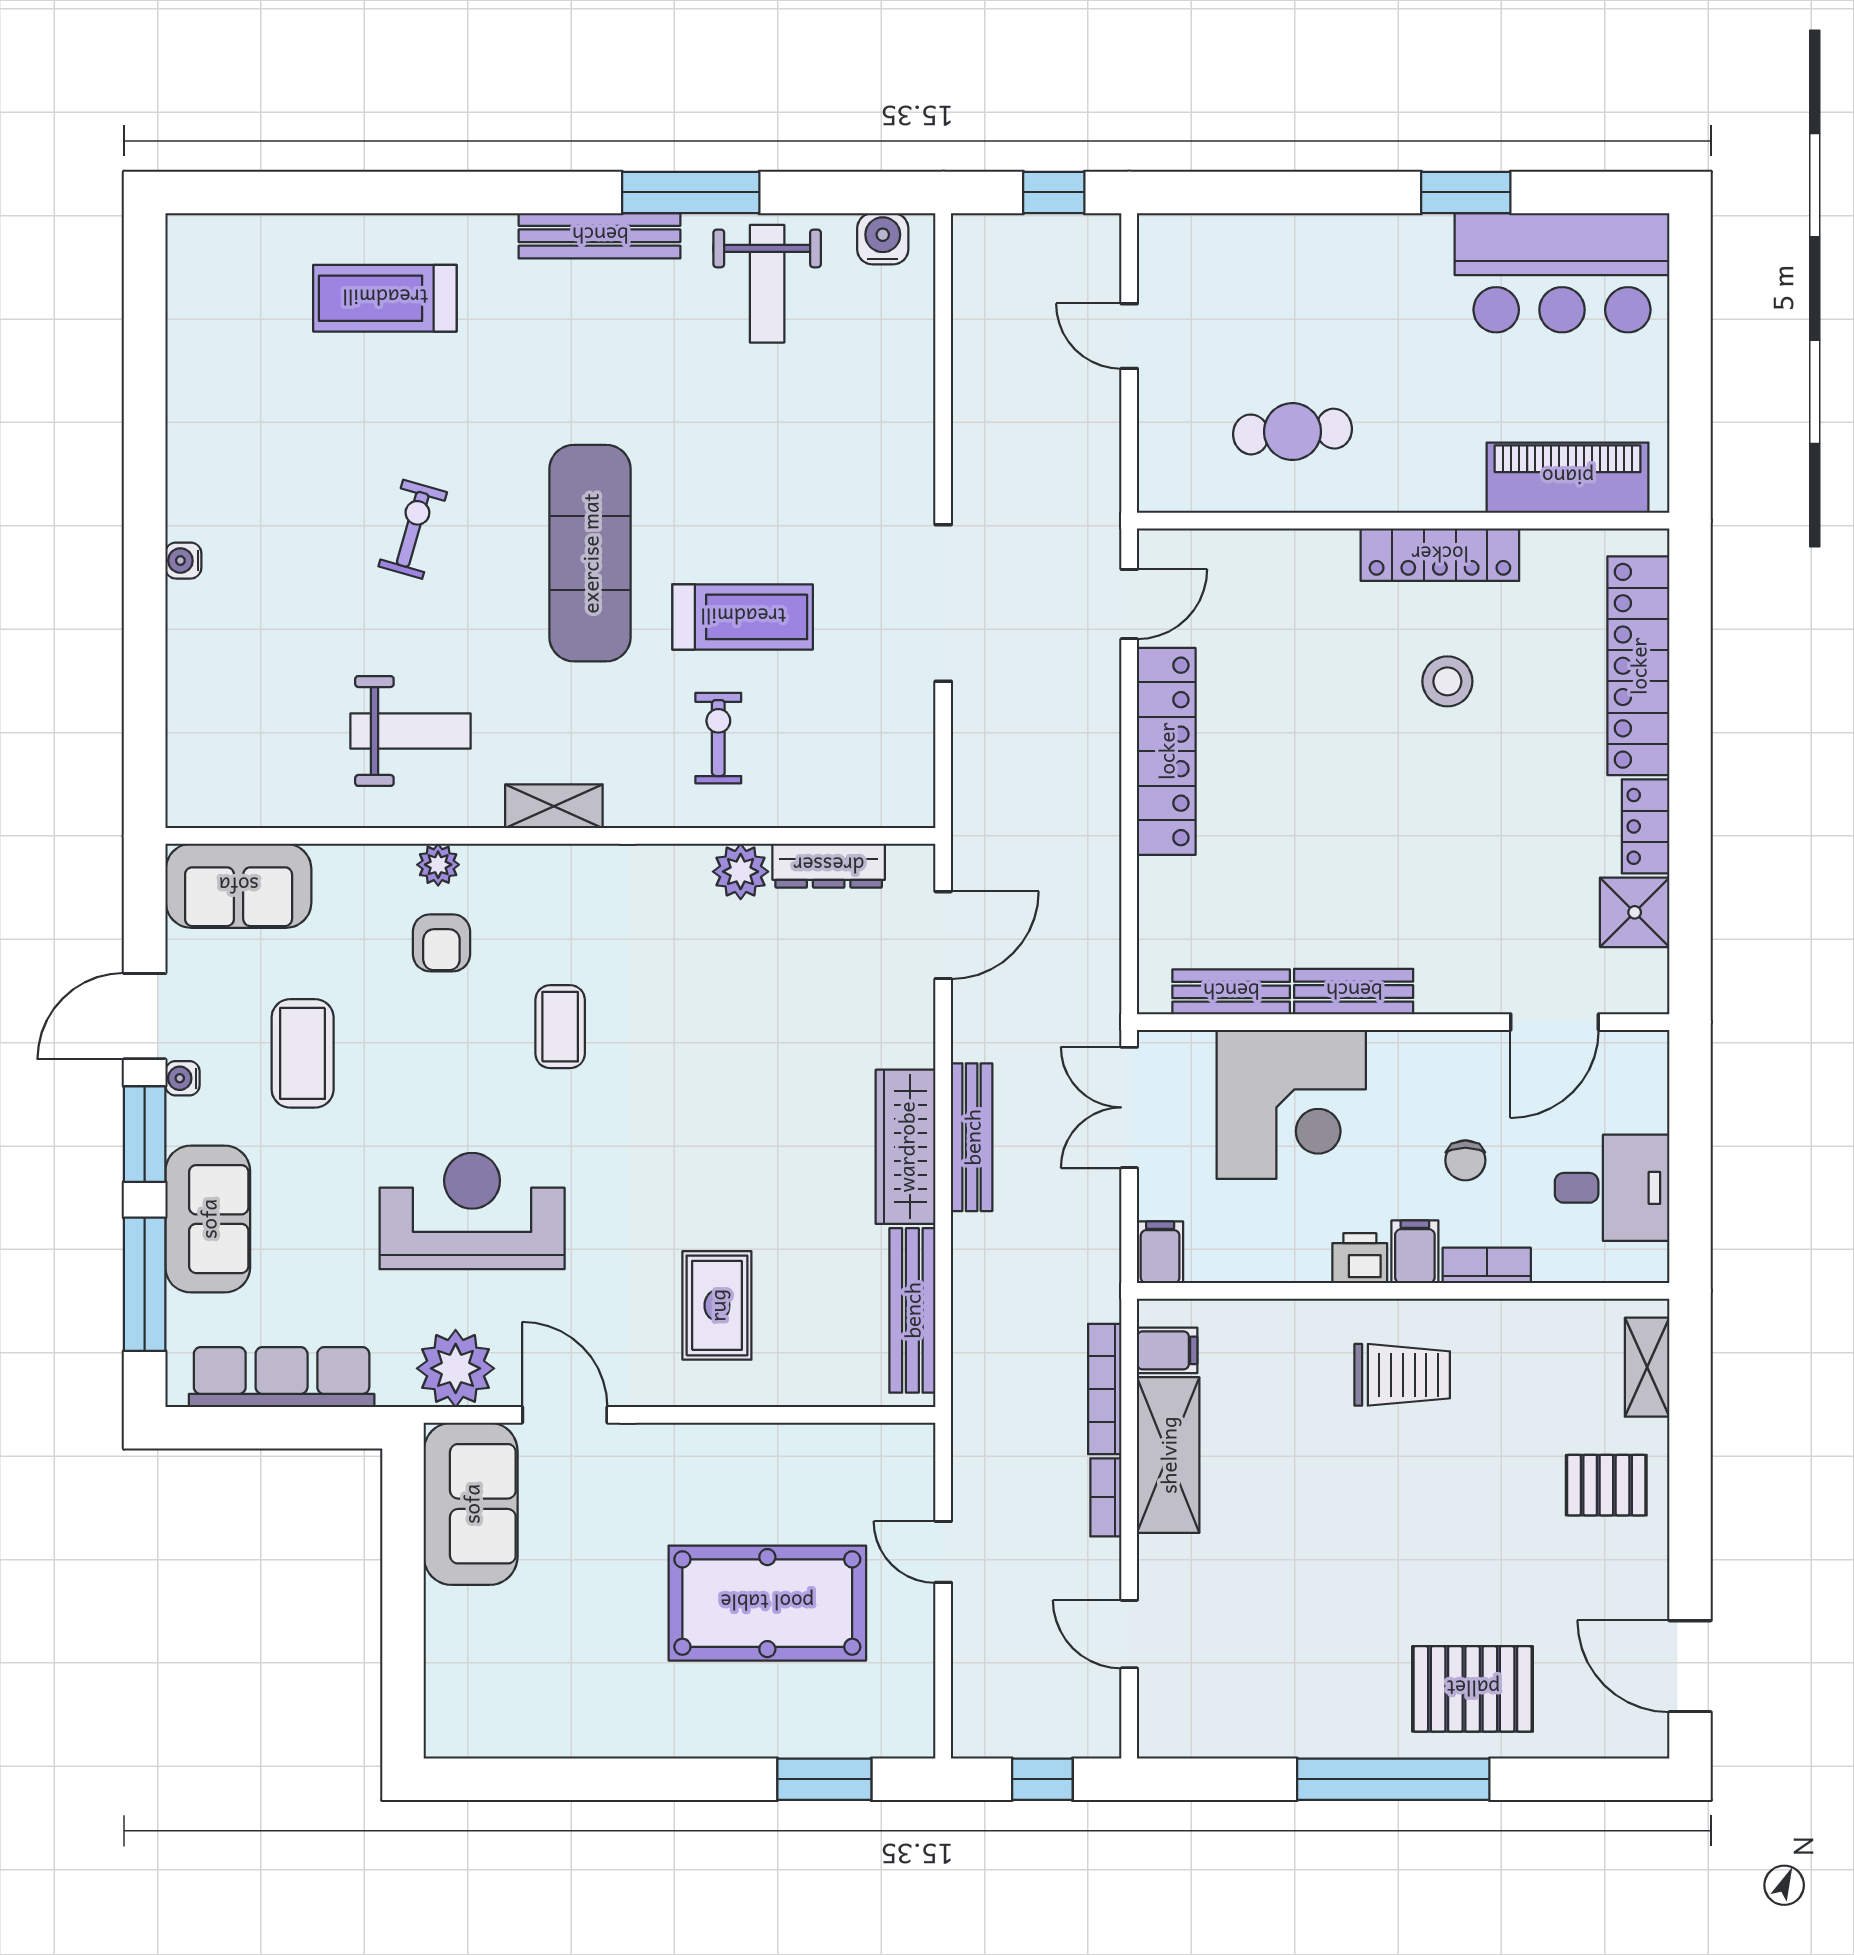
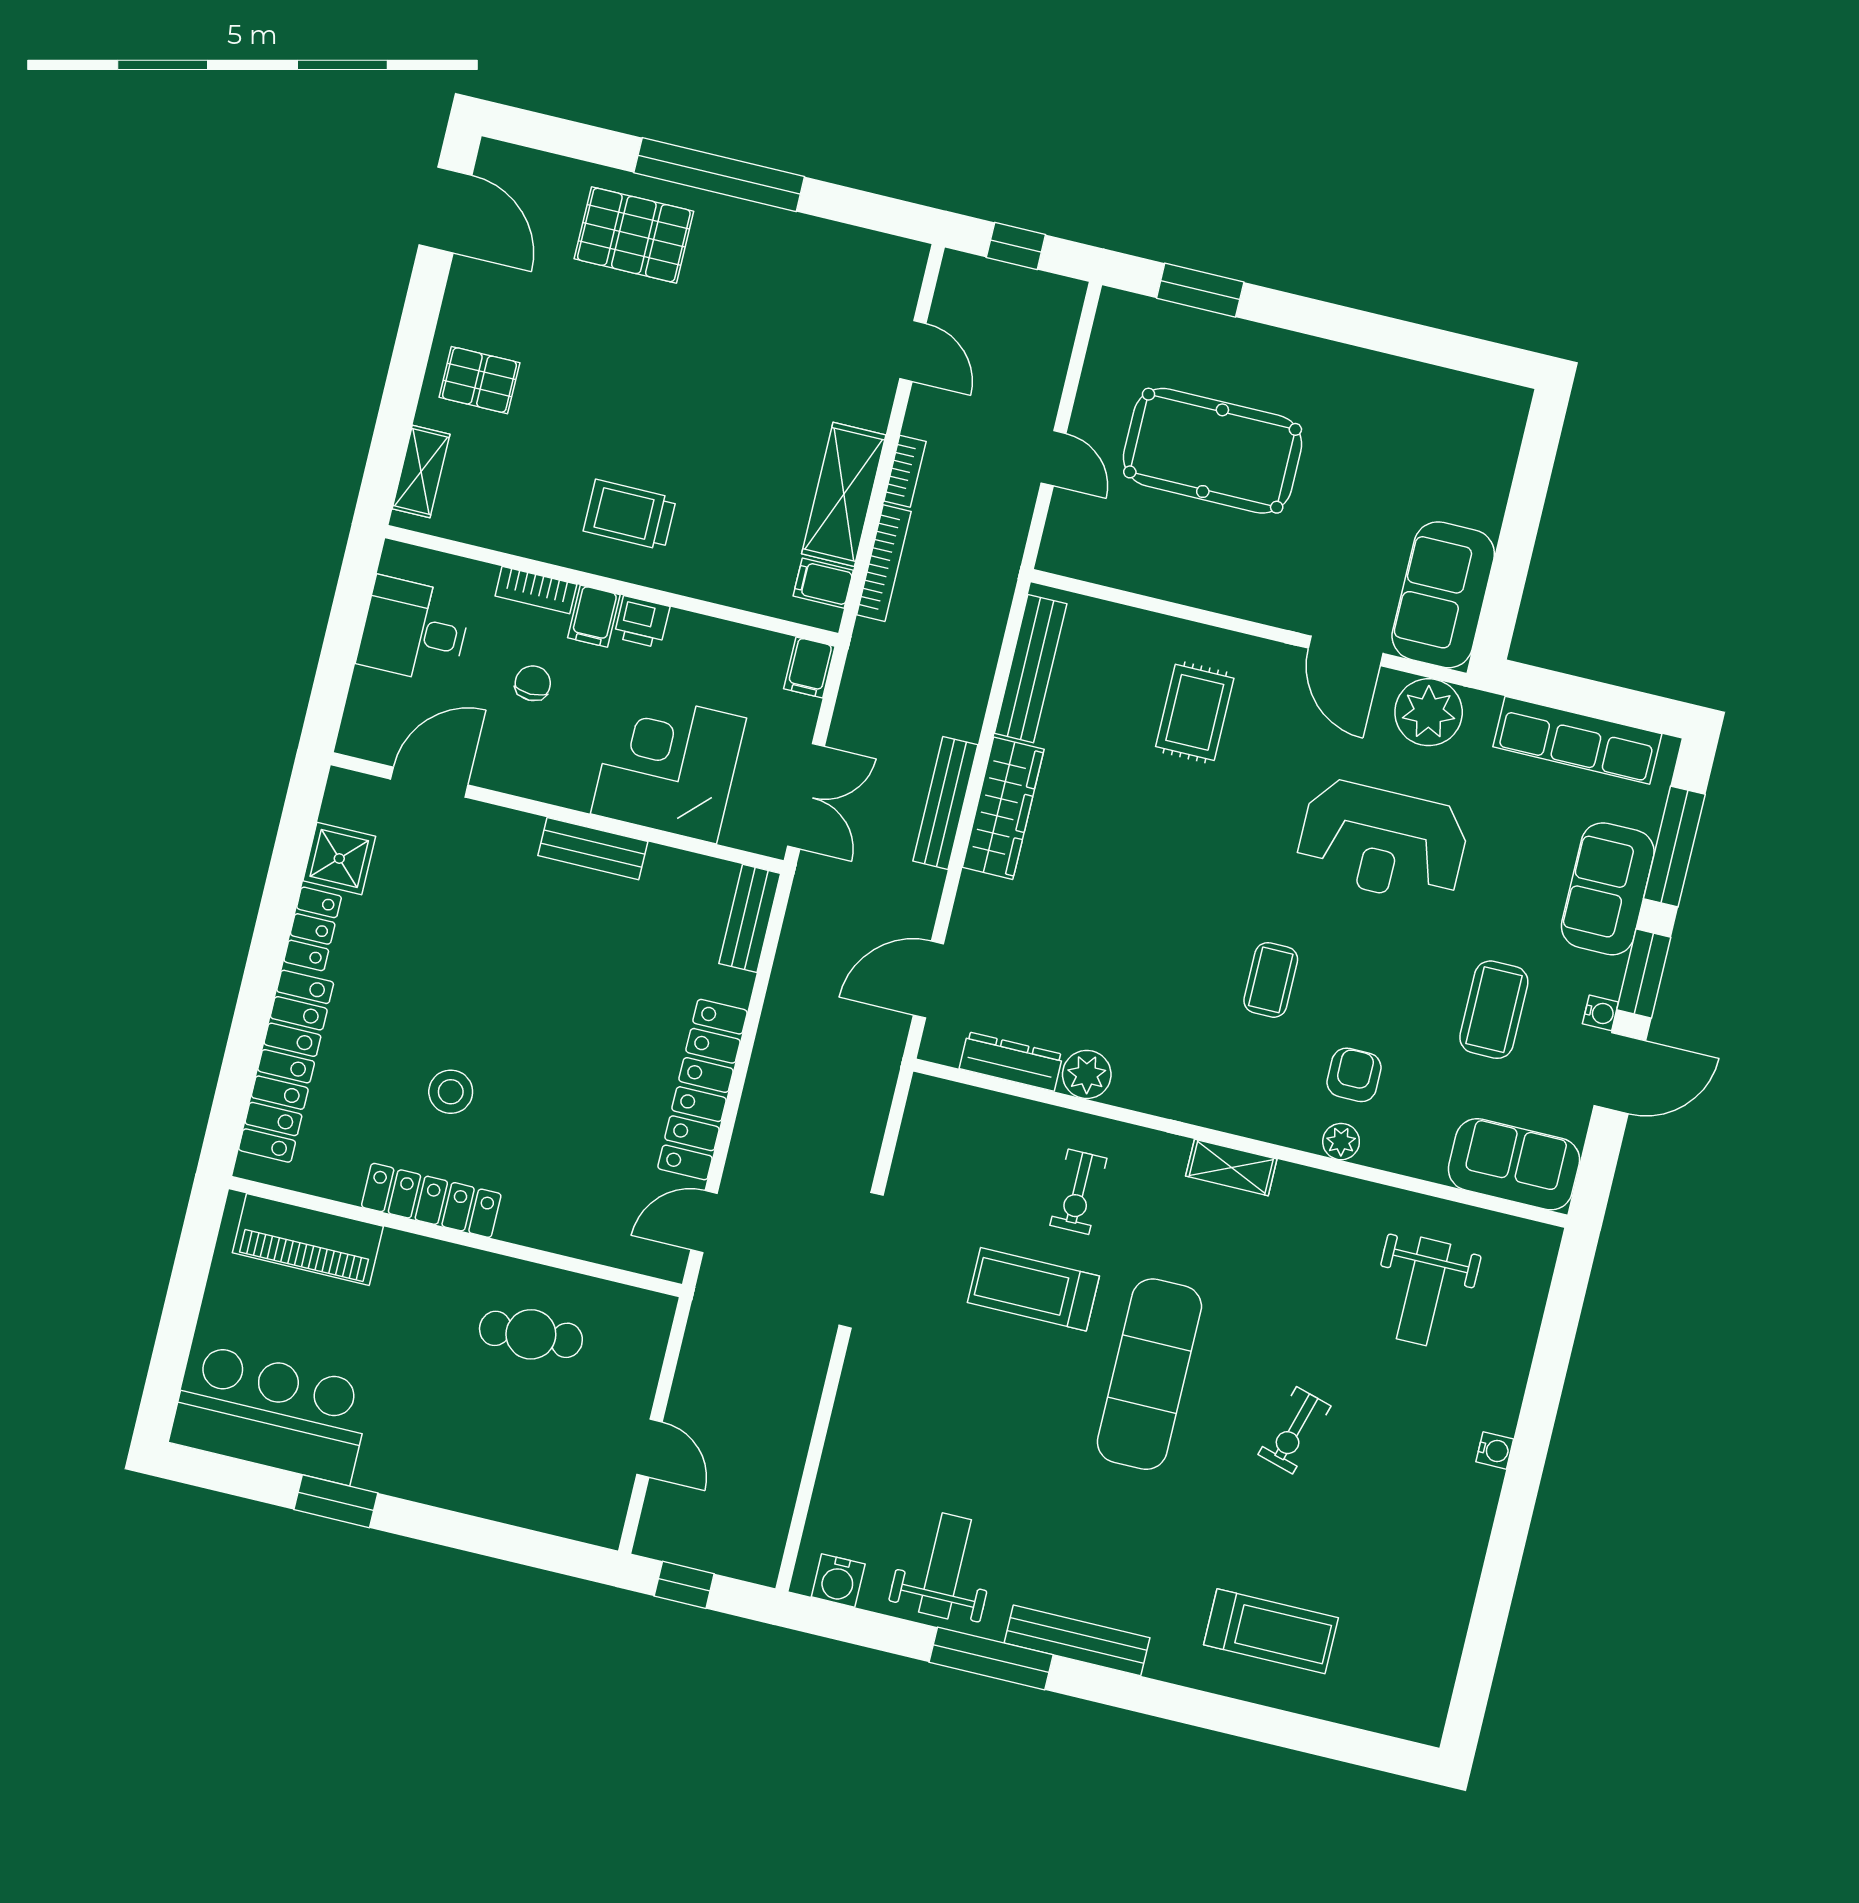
weight bench: (411, 731) -> (1424, 1291), moved, turned -90
bench: (1231, 992) -> (750, 918), moved, turned 90

